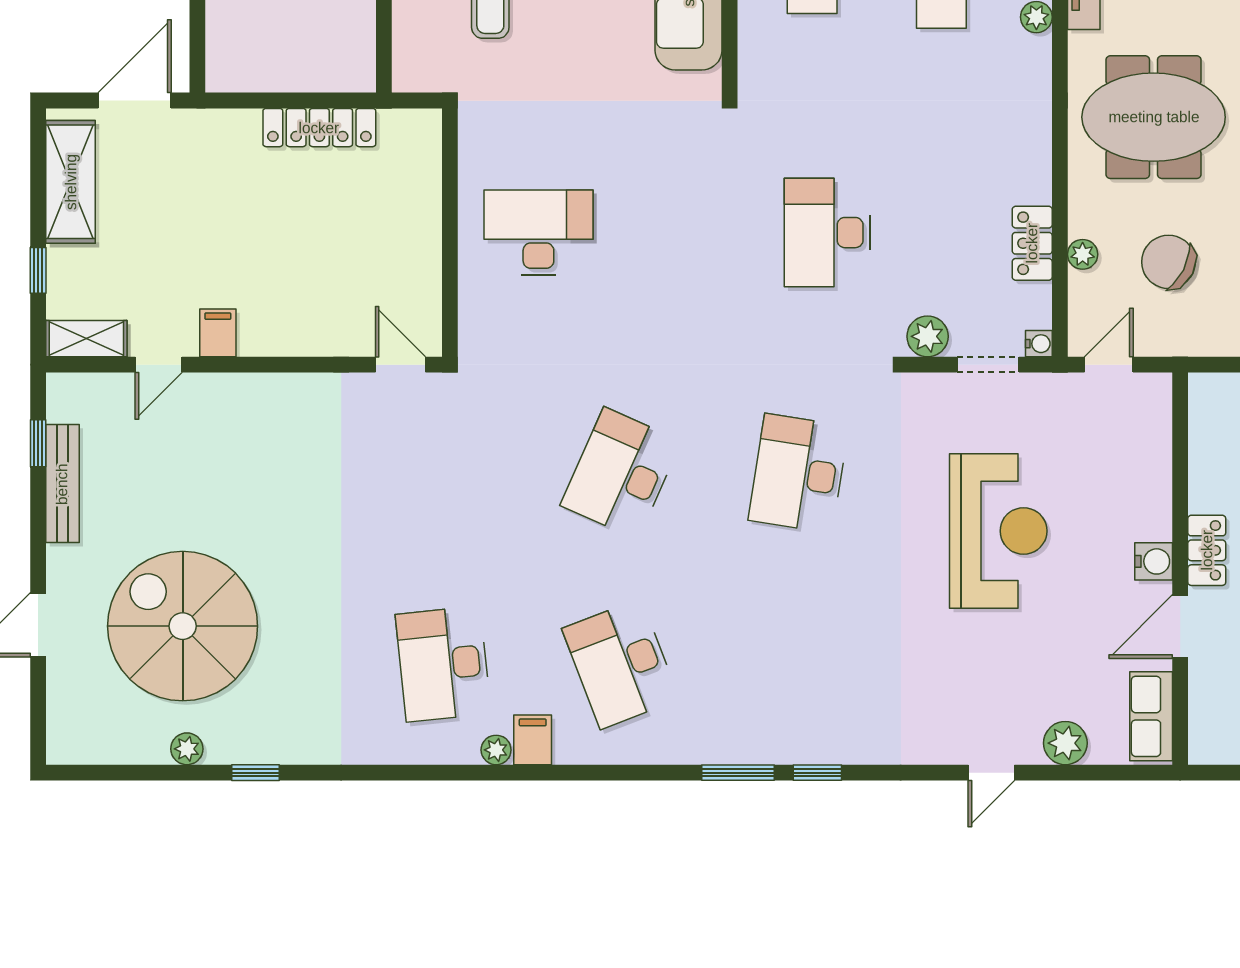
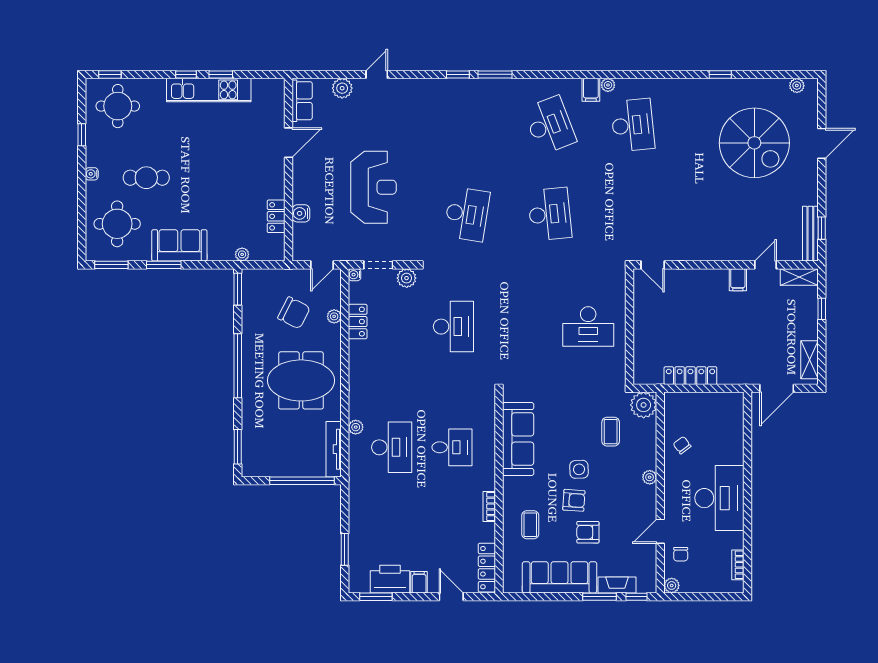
plant: (420, 65) -> (644, 405), added
shelving: (71, 182) -> (809, 360), width x0.67, depth x0.75
desk: (621, 473) -> (550, 214), turned -30
bench: (62, 484) -> (810, 234), moved
reception desk: (998, 531) -> (373, 187), turned 180
locker: (1207, 550) -> (276, 216), moved
water cooler: (1154, 561) -> (301, 213), moved
plant: (187, 749) -> (797, 86), moved

